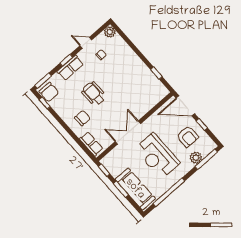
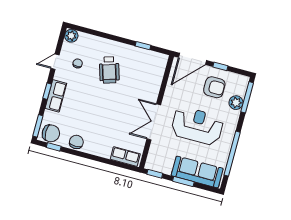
wheelchair: (94, 94) -> (109, 70), moved, turned -107
chair: (82, 118) -> (76, 142), moved
reception desk: (157, 156) -> (197, 126), turned 180

